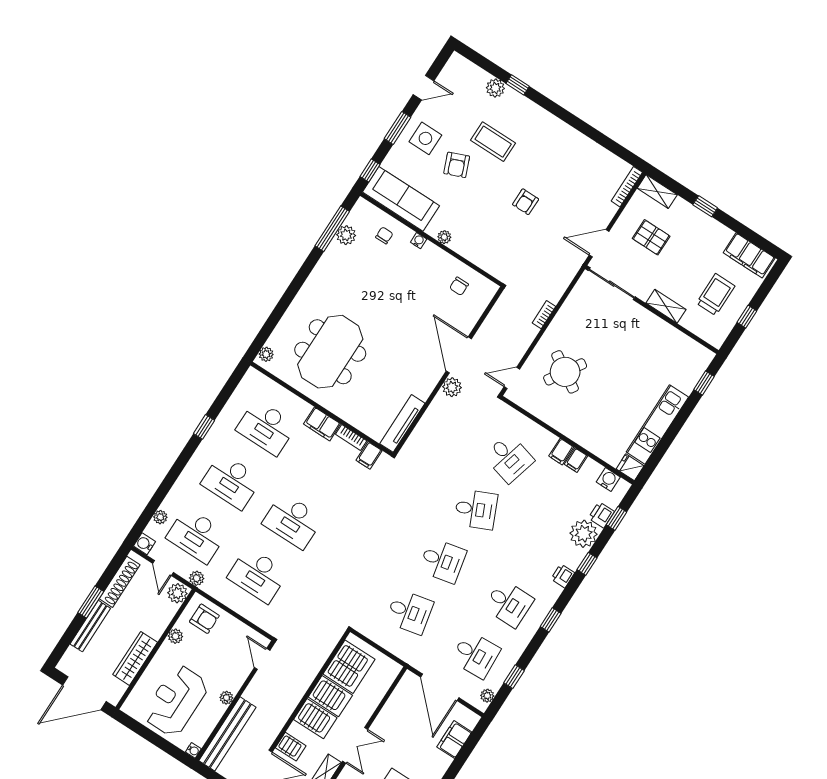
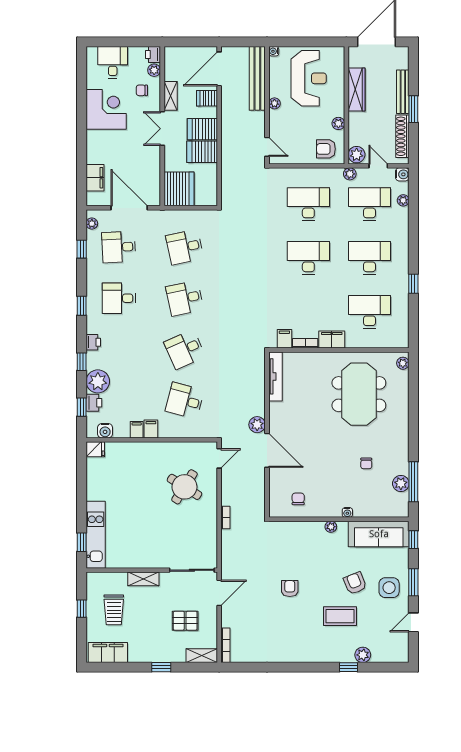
chair: (384, 235) -> (366, 463), moved
kitchen unit: (657, 425) -> (96, 535), moved
server rack: (349, 667) -> (179, 189), moved, turned 180

